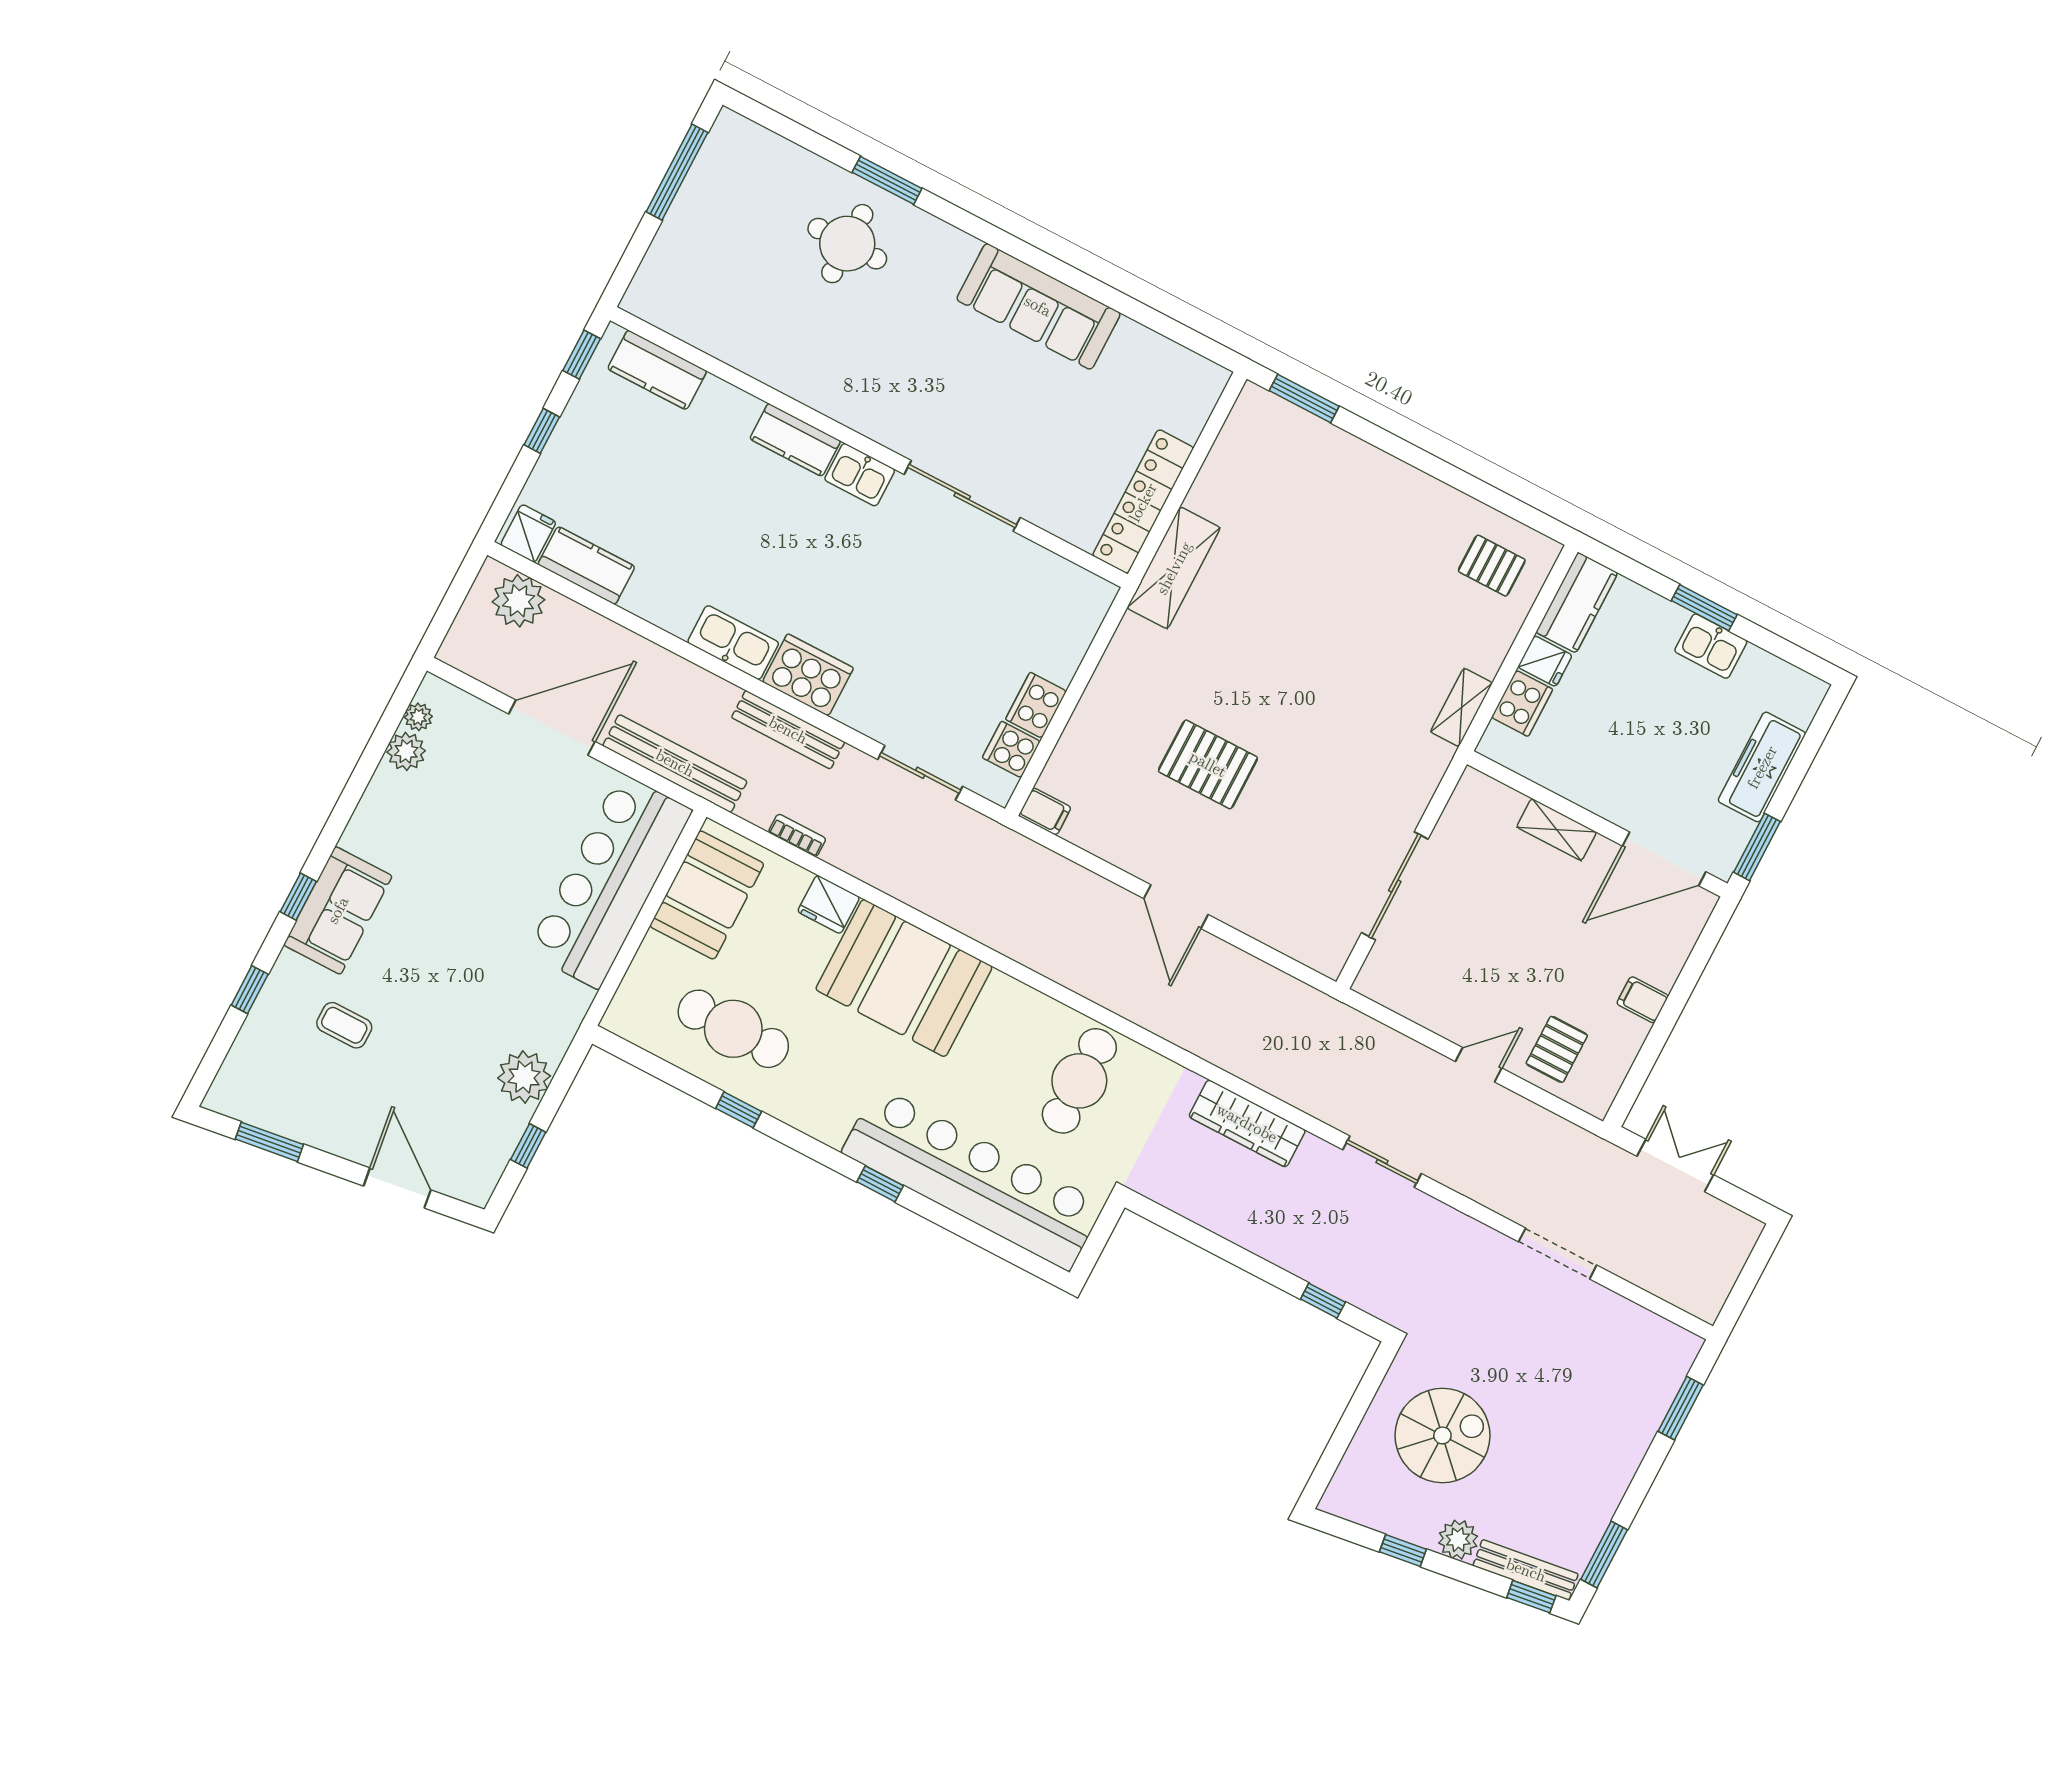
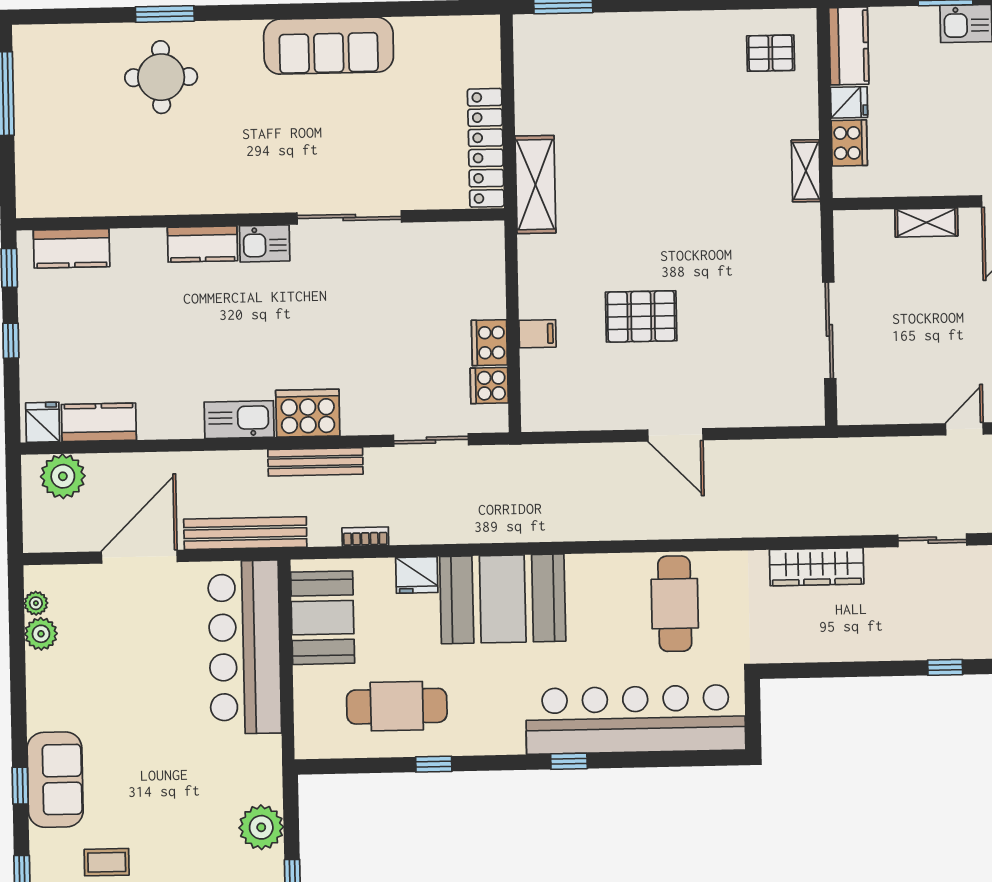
filing cabinet: (1045, 811) -> (537, 334), moved

